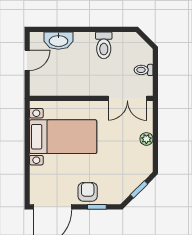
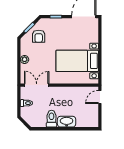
washbasin: (58, 41) -> (67, 122), moved
door: (27, 60) -> (100, 97), moved
armchair: (88, 192) -> (39, 36), moved

